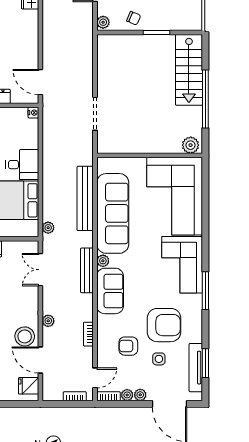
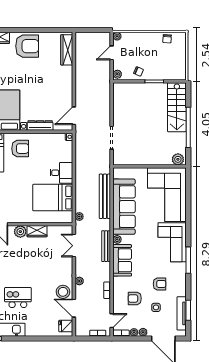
door: (40, 82) -> (74, 116), hinge flipped
armchair: (164, 325) -> (160, 284), width x0.53, depth x0.53

